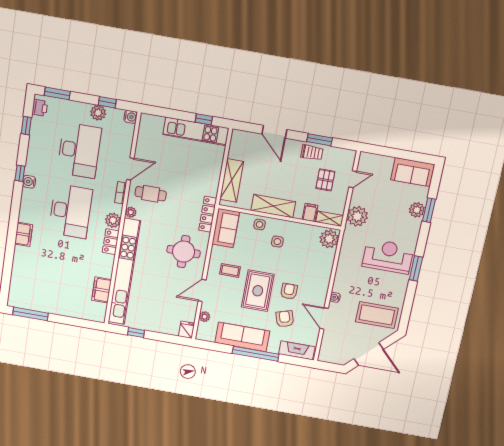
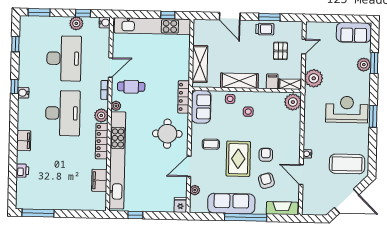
printer: (40, 108) -> (22, 171), moved
kitchen unit: (196, 131) -> (152, 26), width x1.36
locker: (111, 242) -> (102, 141), width x1.53

